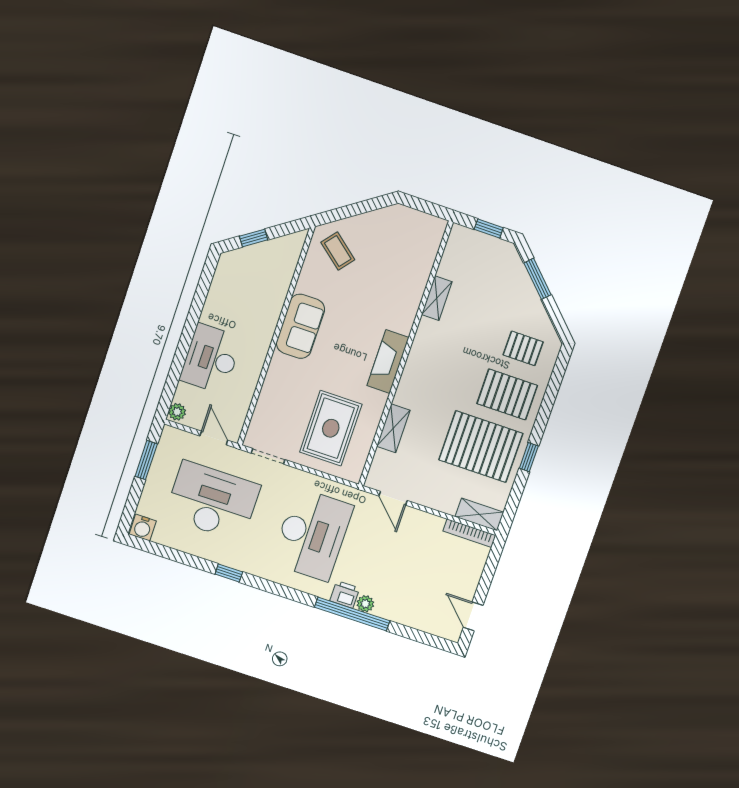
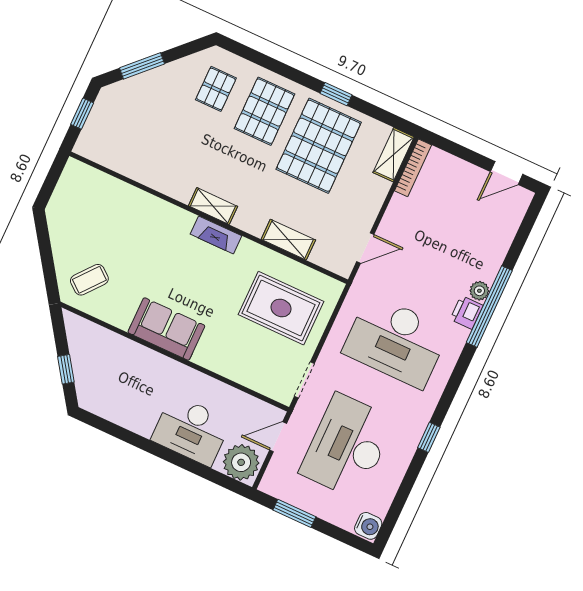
shelving: (437, 298) -> (213, 206), moved
fireplace: (388, 362) -> (216, 235), width x0.73, depth x0.76
plant: (177, 412) -> (241, 462), width x1.87, depth x1.87
desk: (312, 534) -> (396, 341), turned 180

